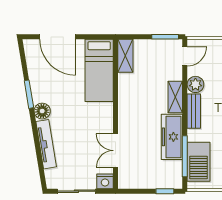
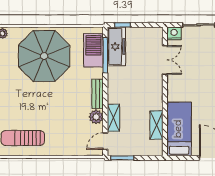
shelving: (125, 56) -> (156, 125), moved
shelving: (175, 97) -> (113, 118), moved
freezer: (172, 137) -> (116, 46), moved

